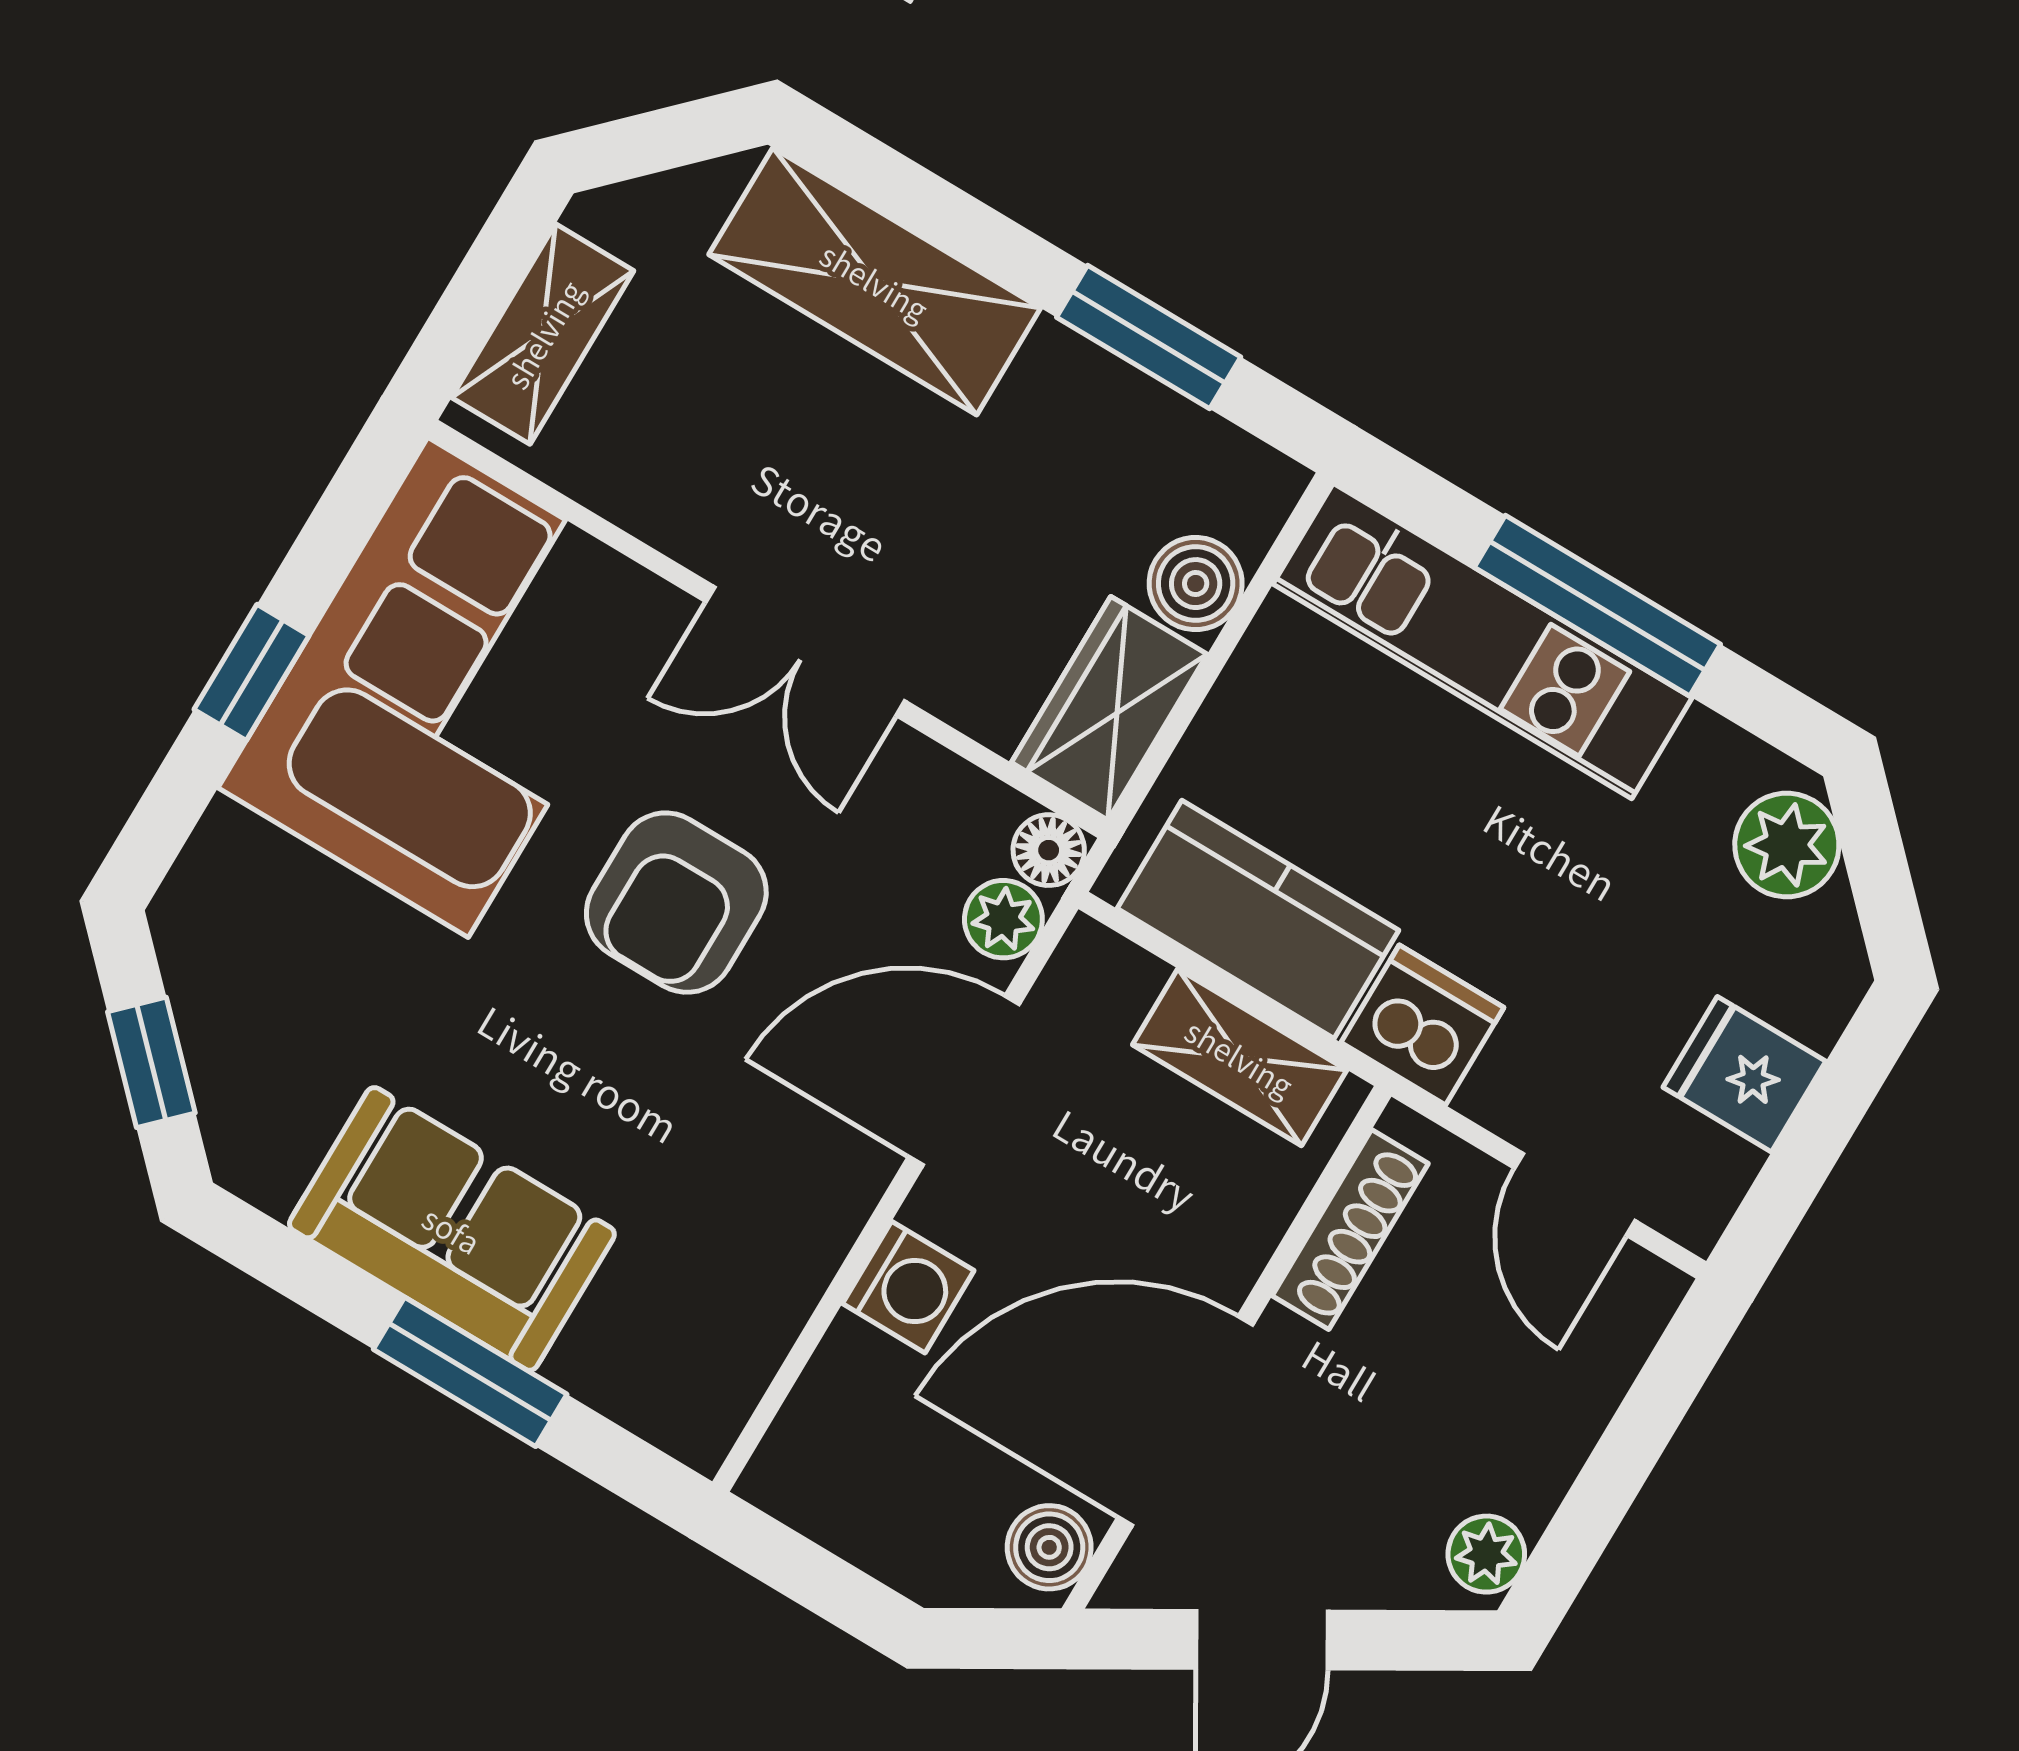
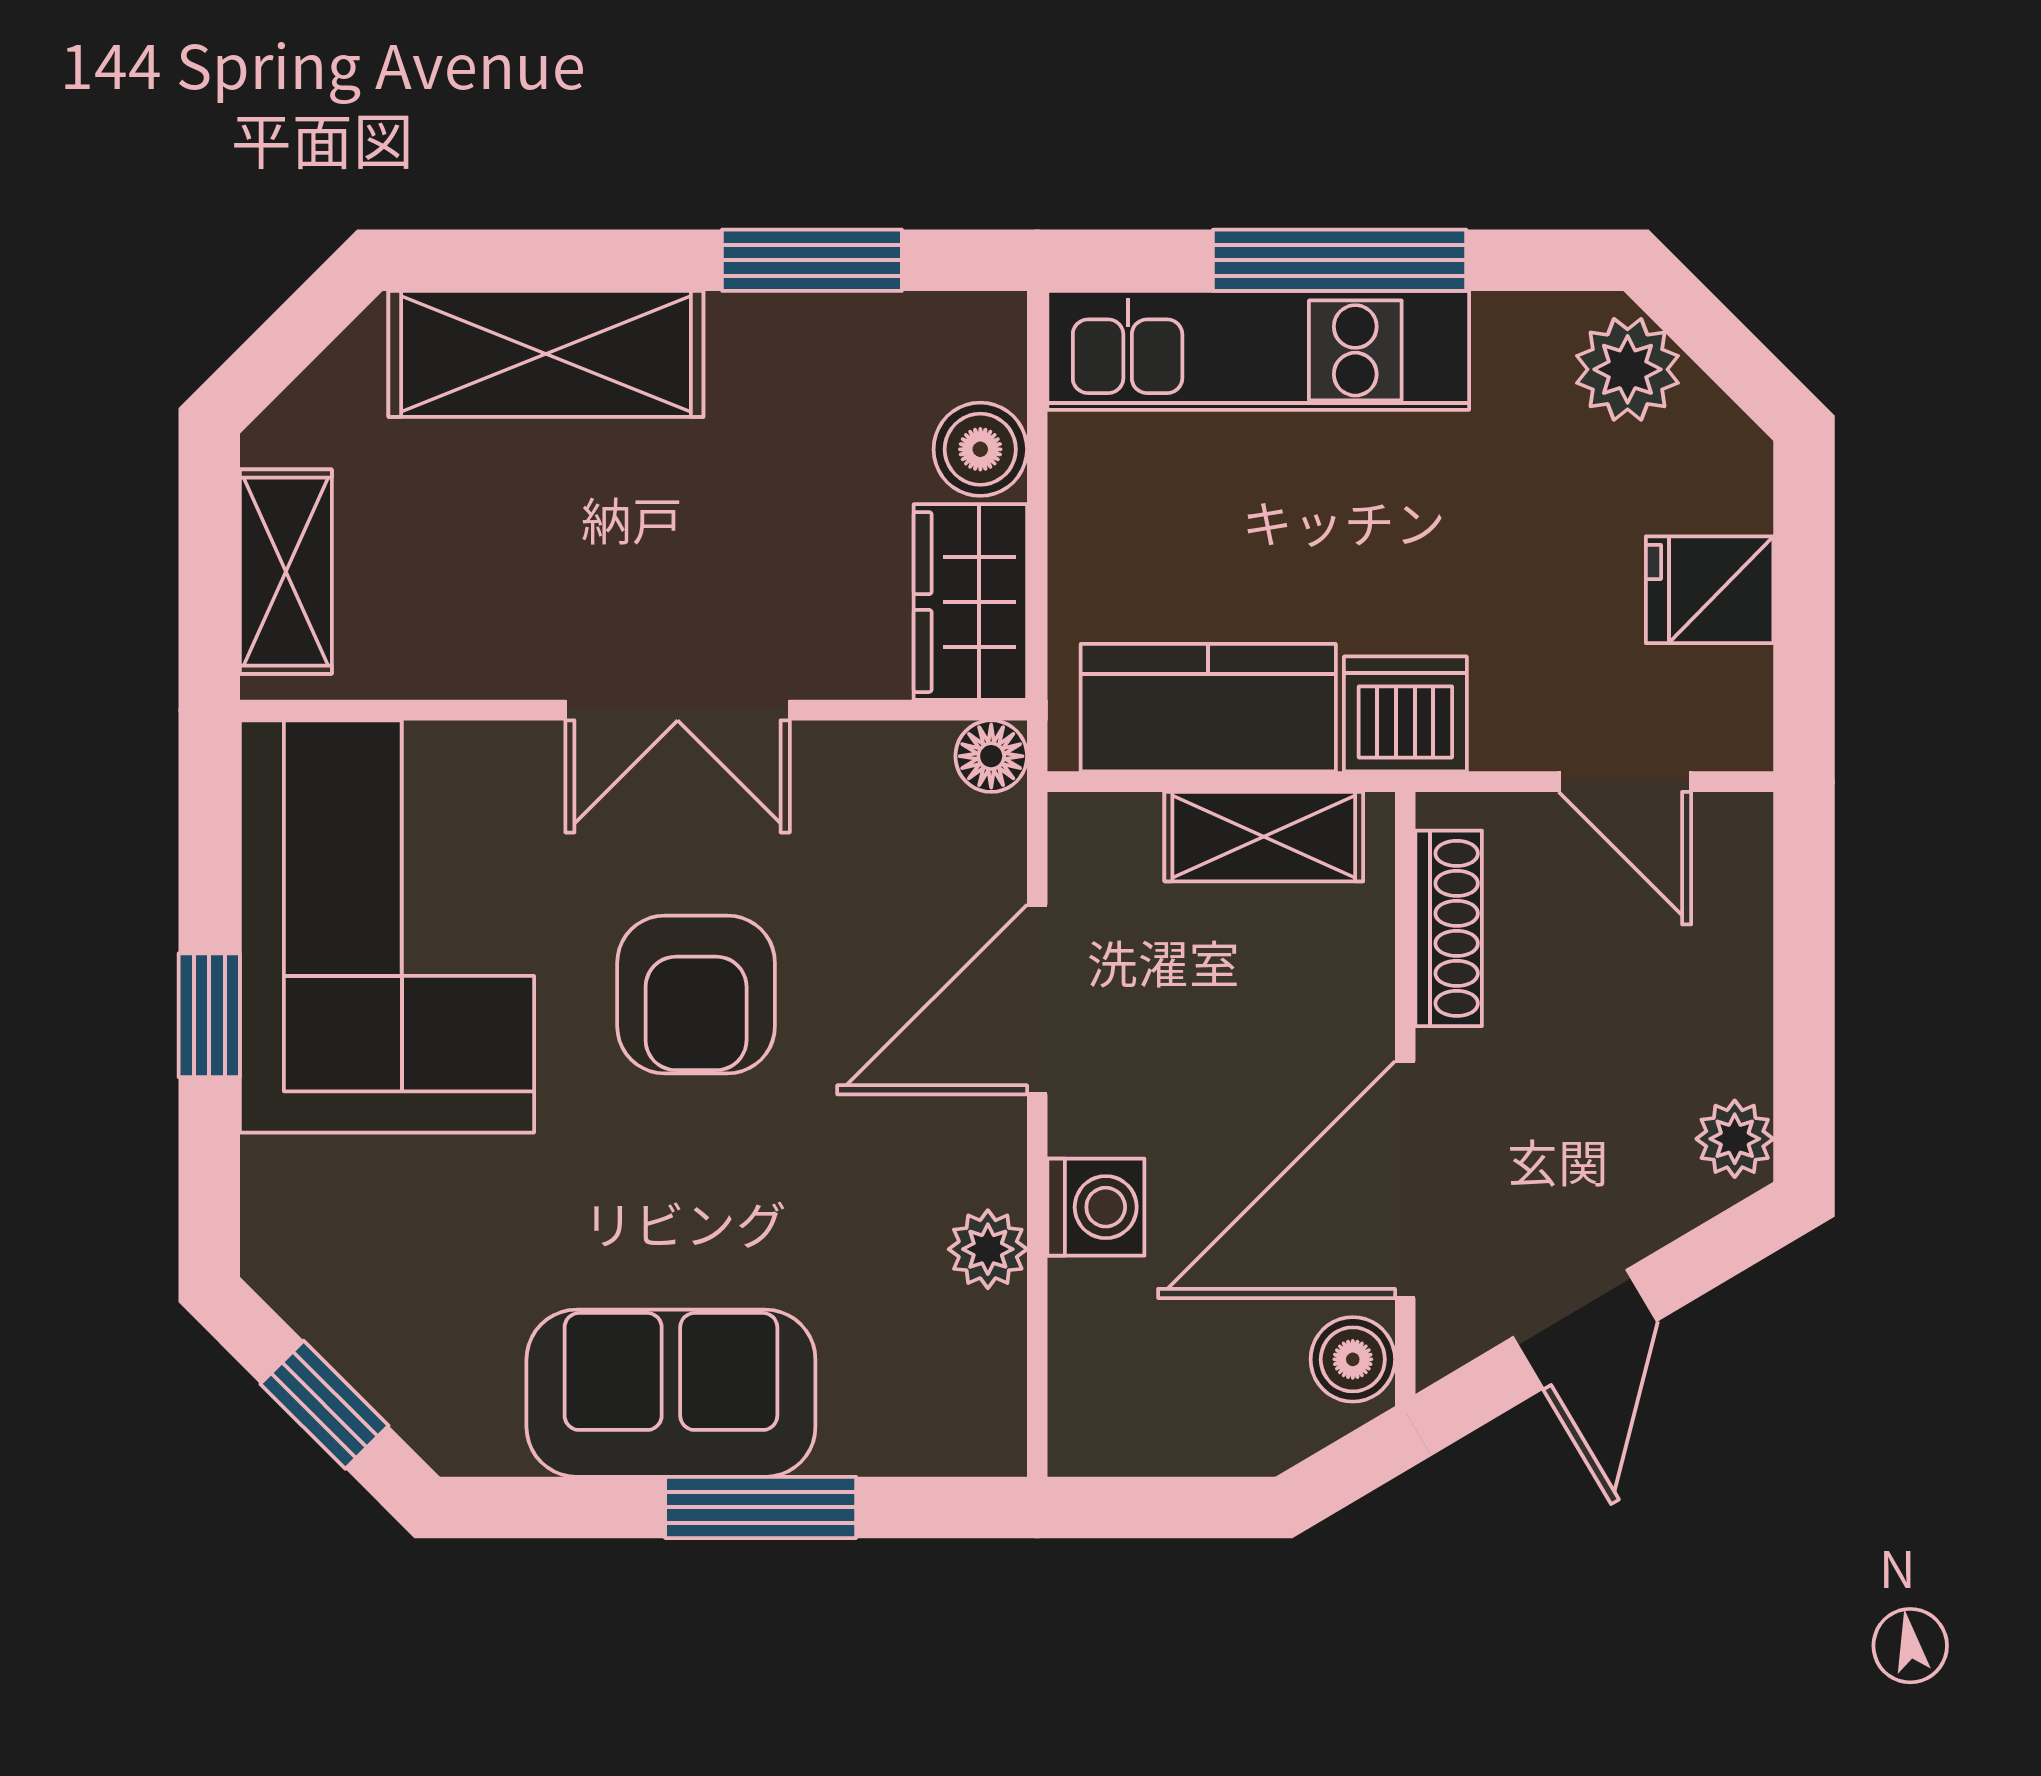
plant: (1003, 919) -> (988, 1249), moved

